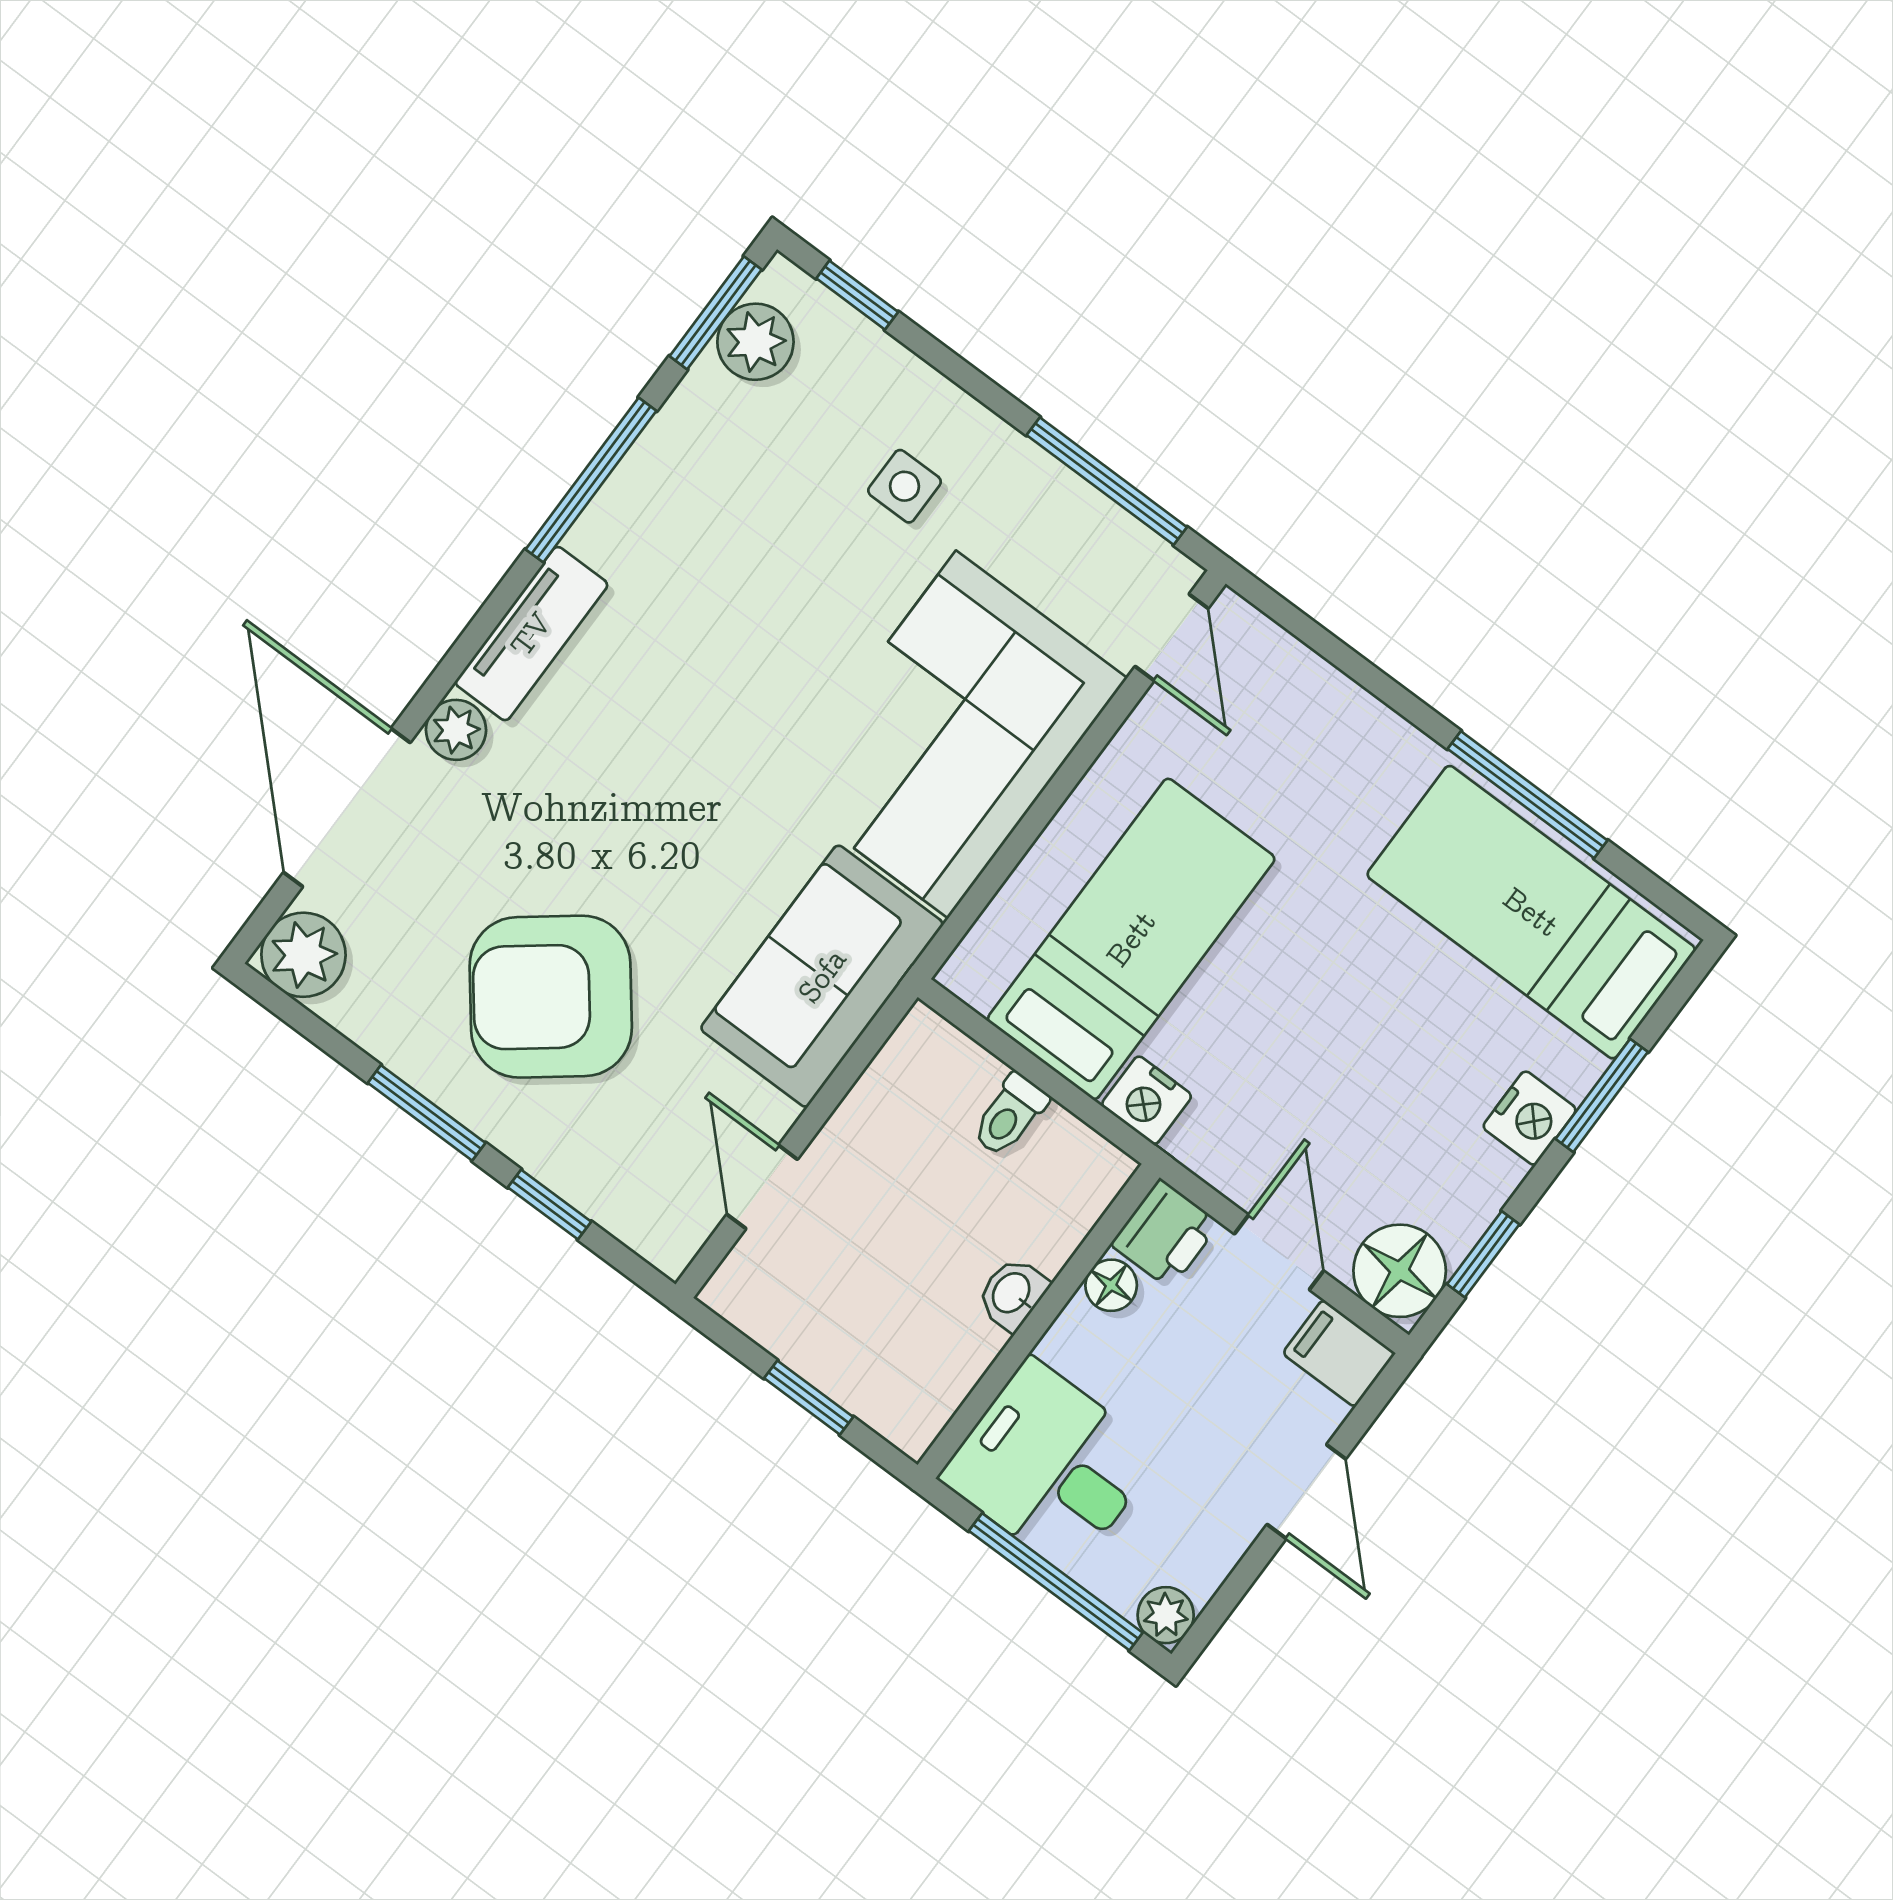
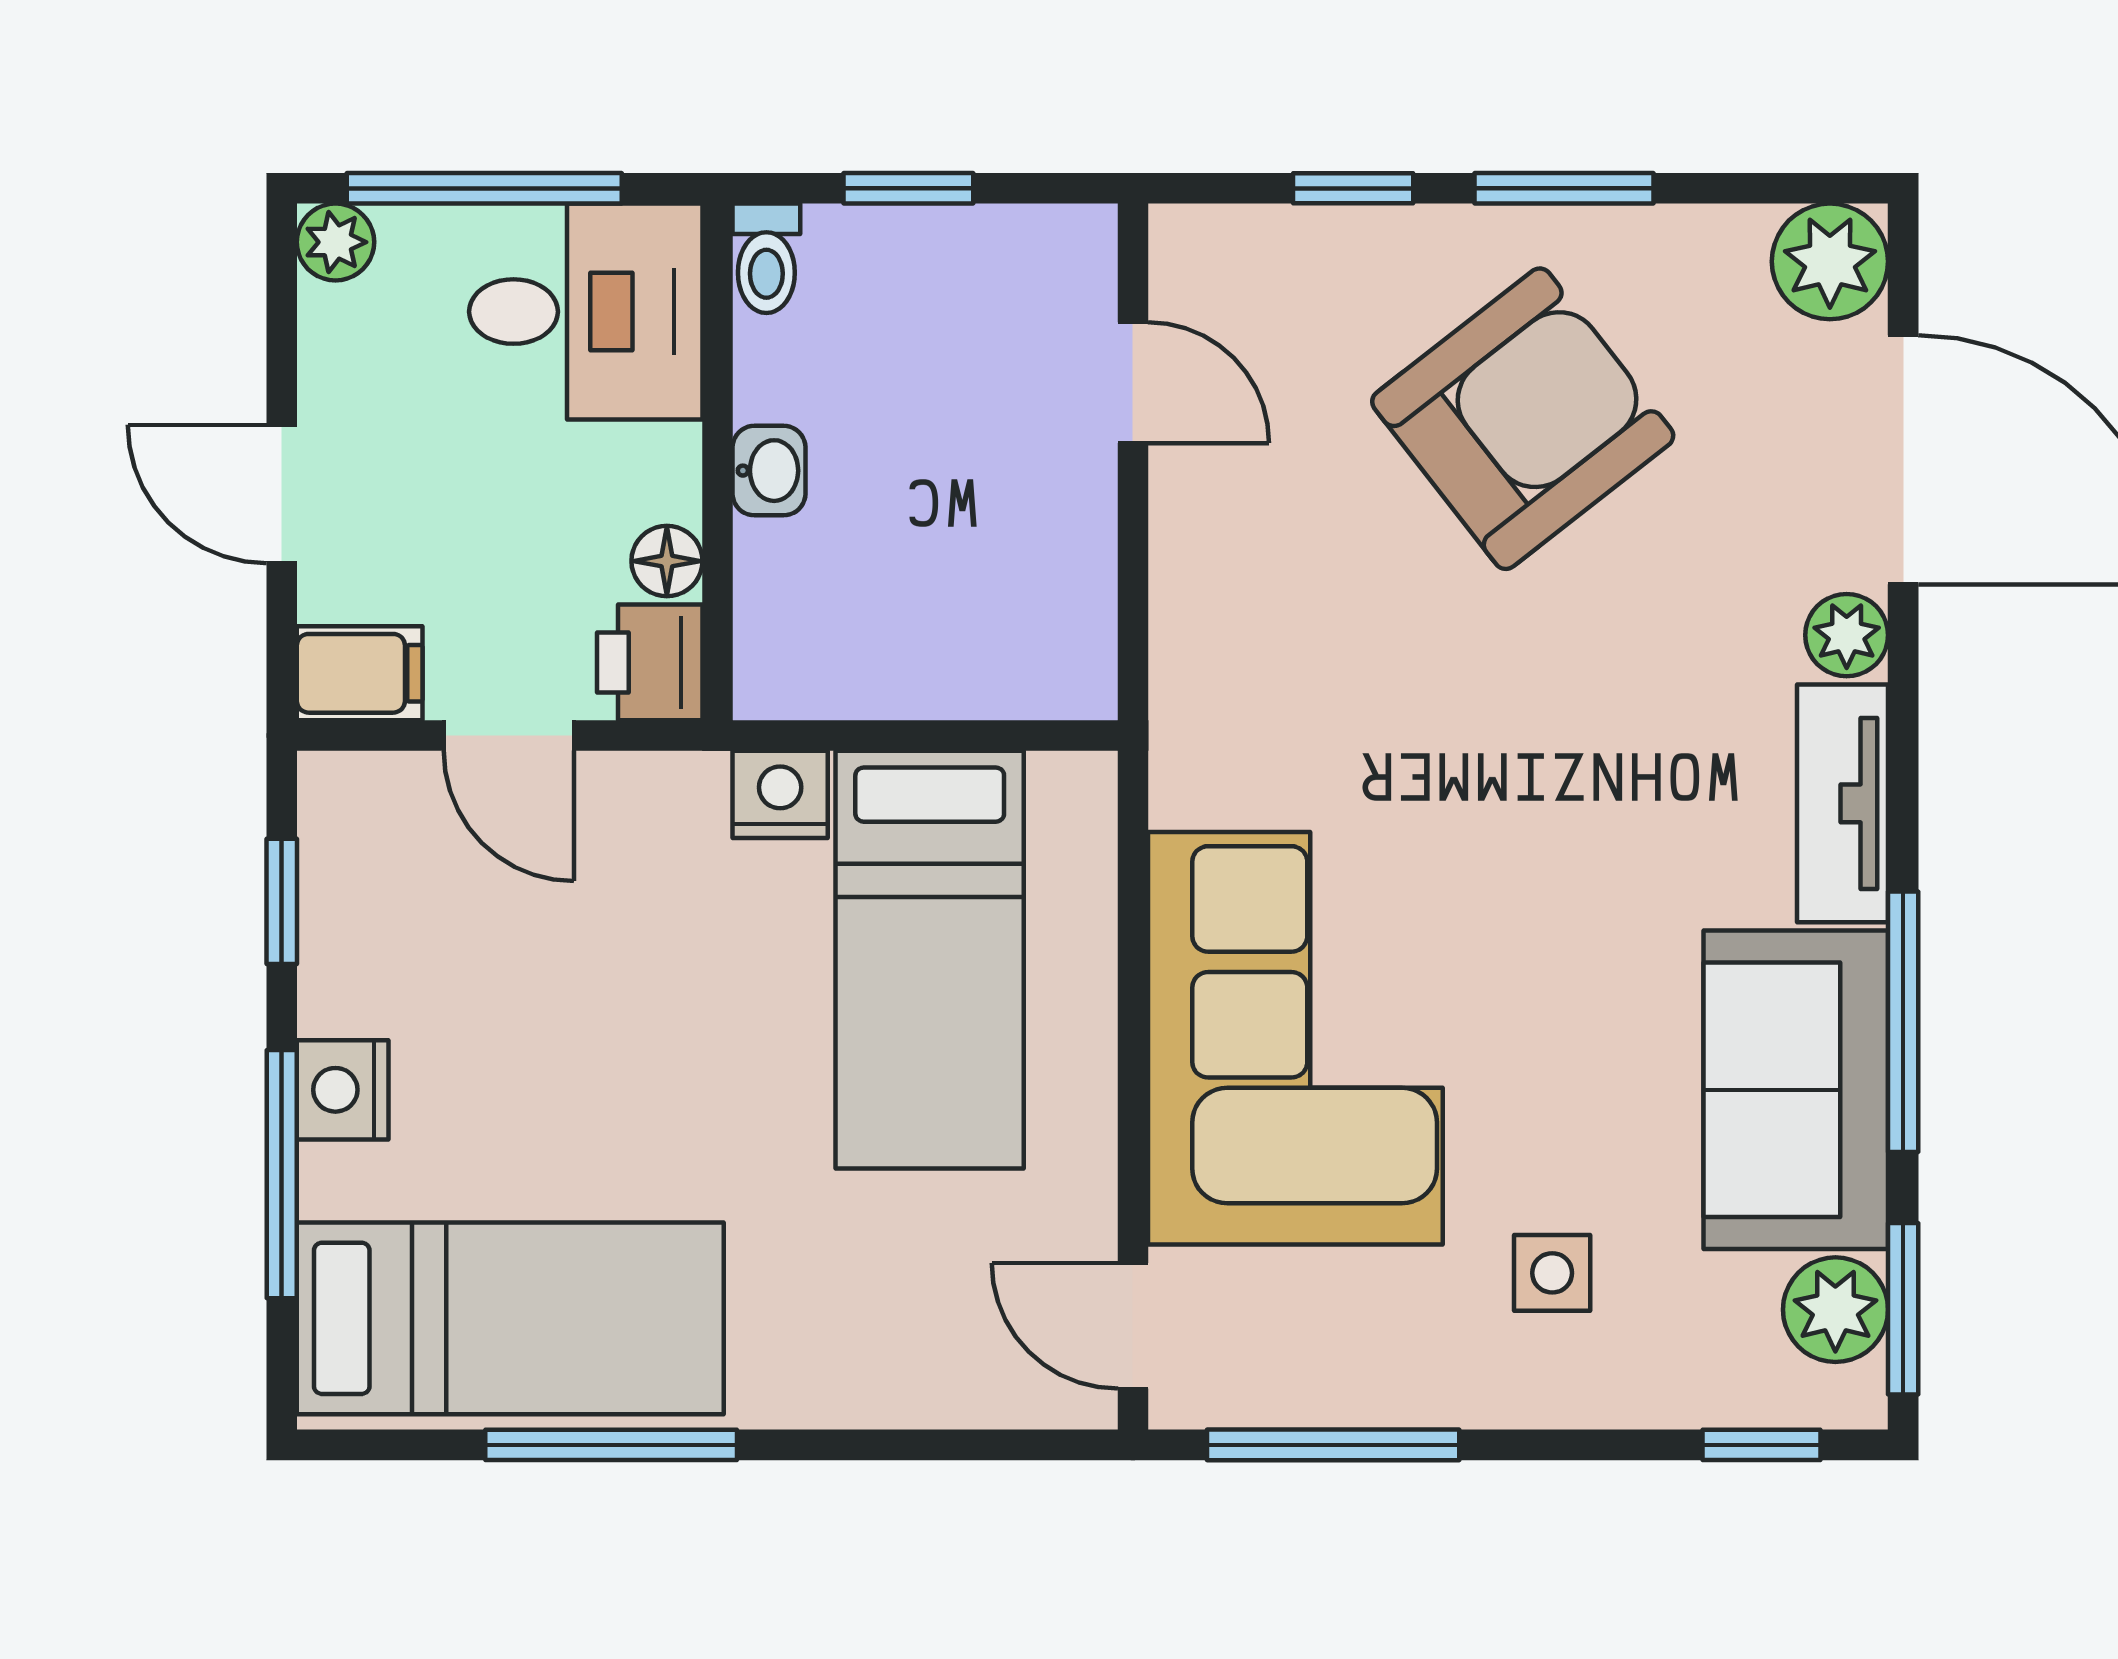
sofa: (822, 976) -> (1796, 1090), moved, turned 180
window: (1602, 1095) -> (282, 1174), width x1.44
toilet: (1010, 1115) -> (766, 258), moved, turned 180
floor lamp: (1400, 1271) -> (361, 814), removed

